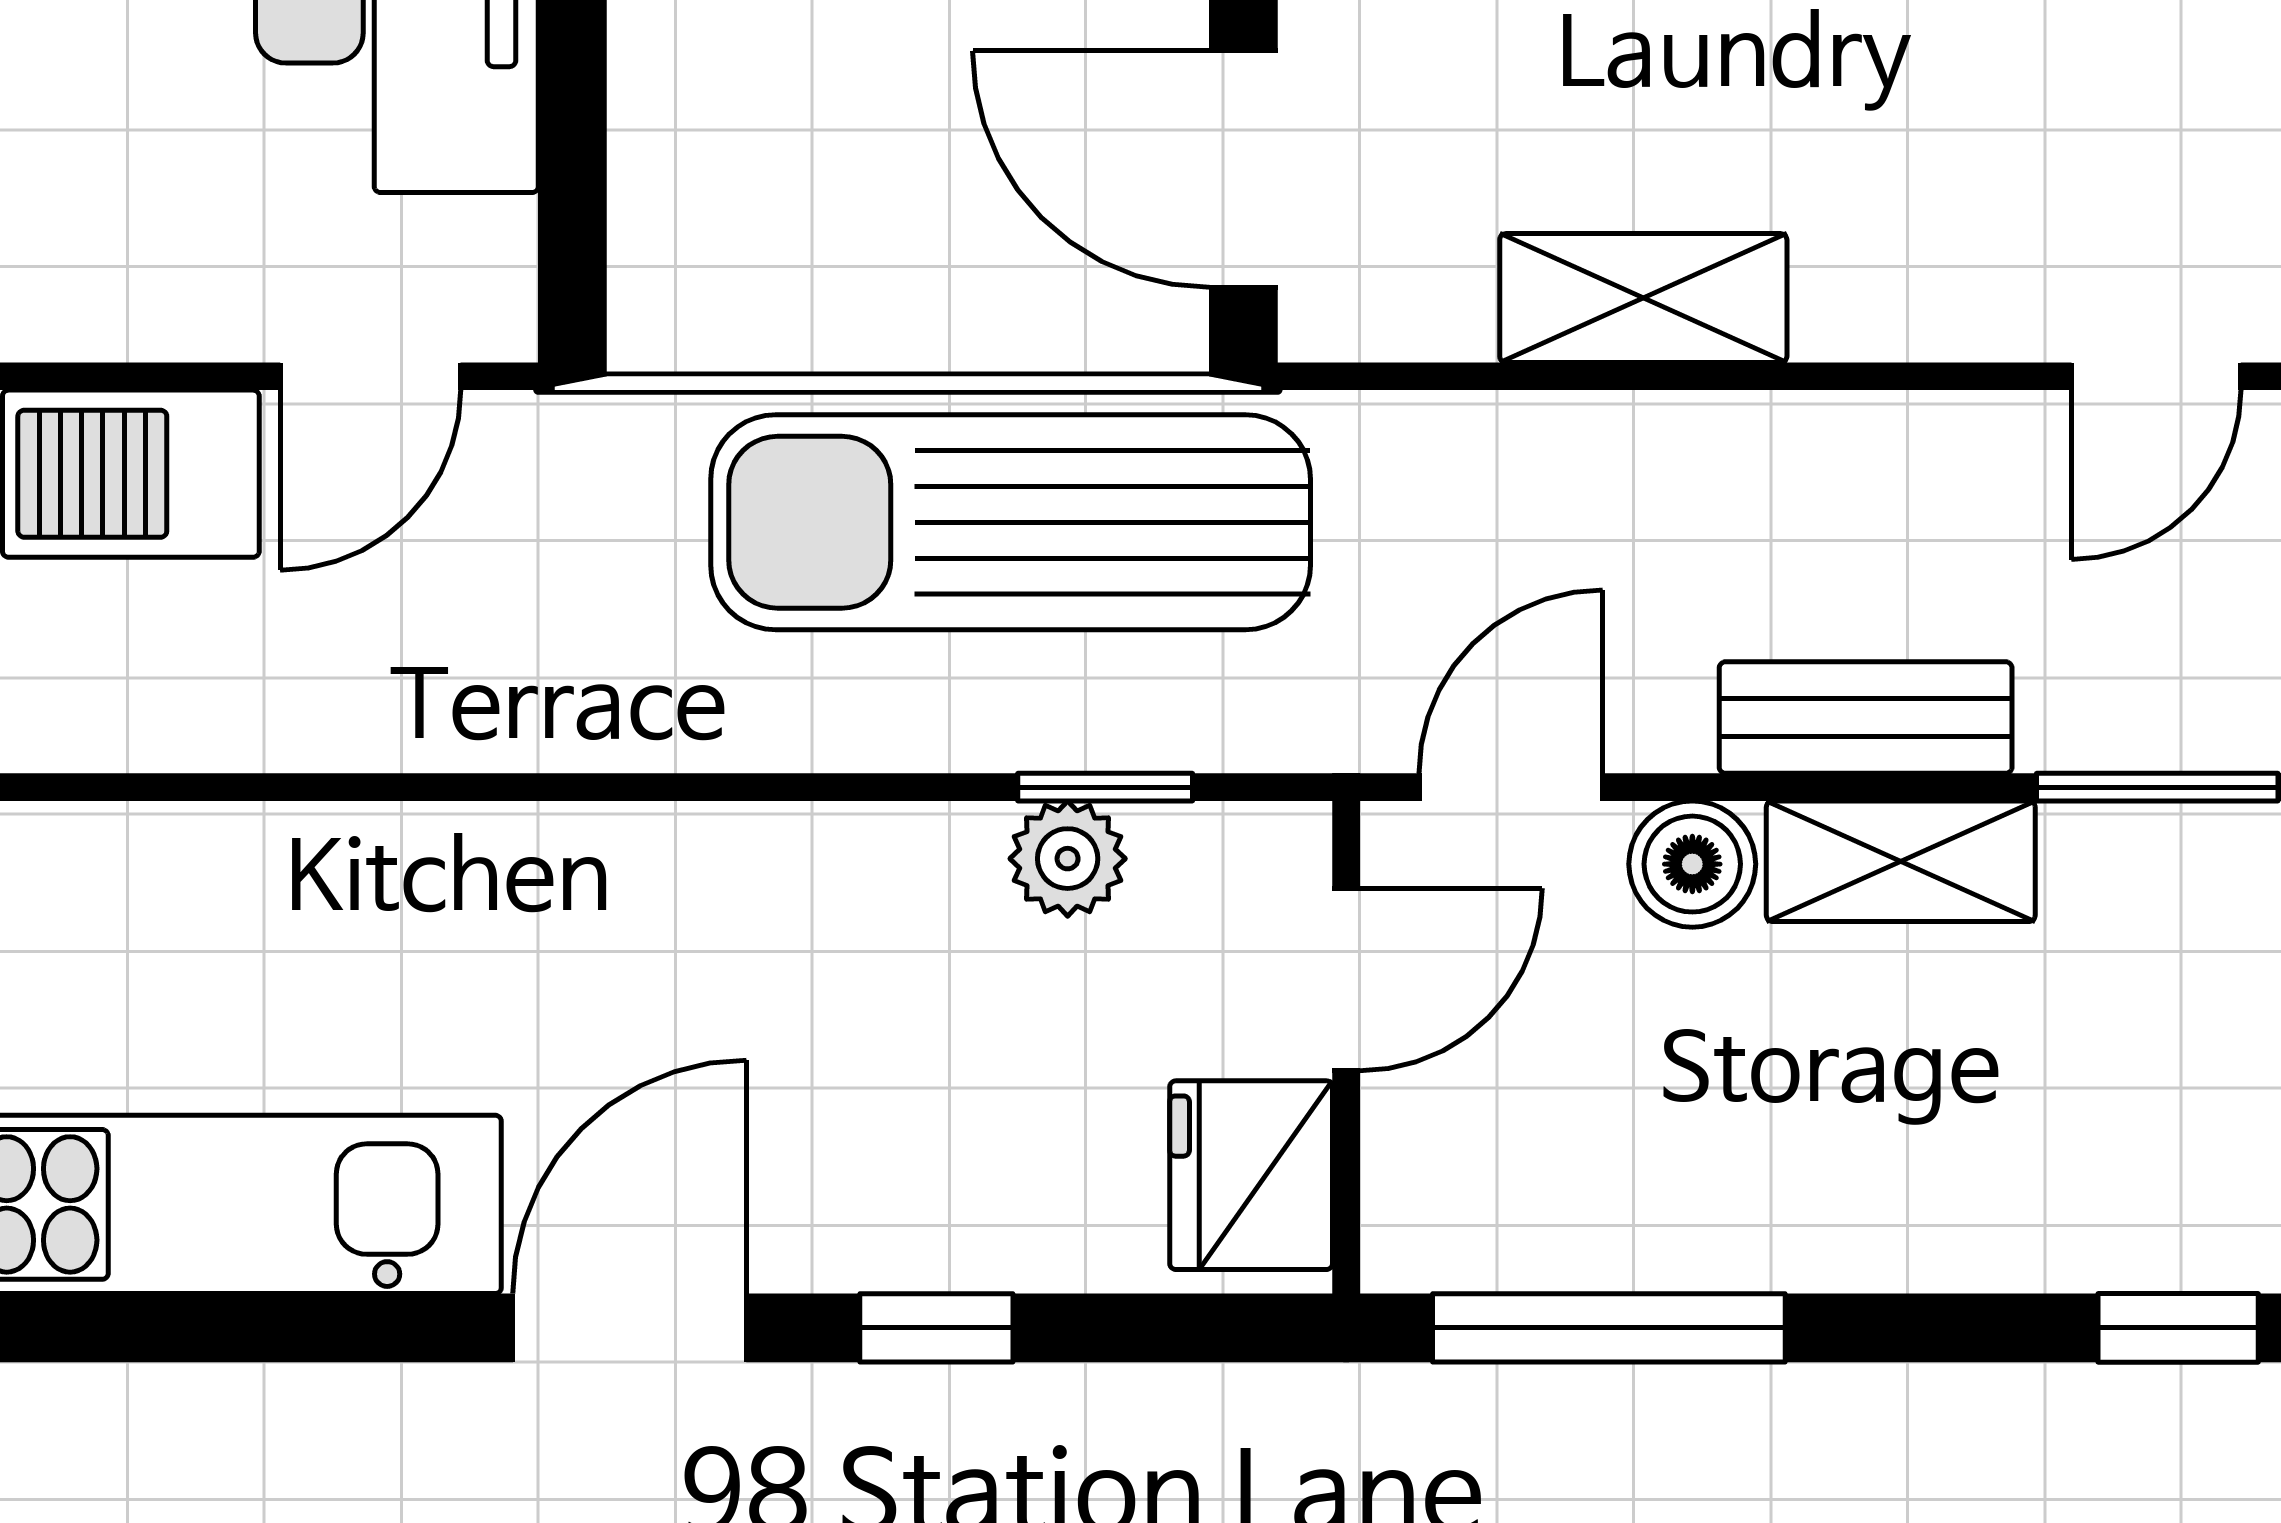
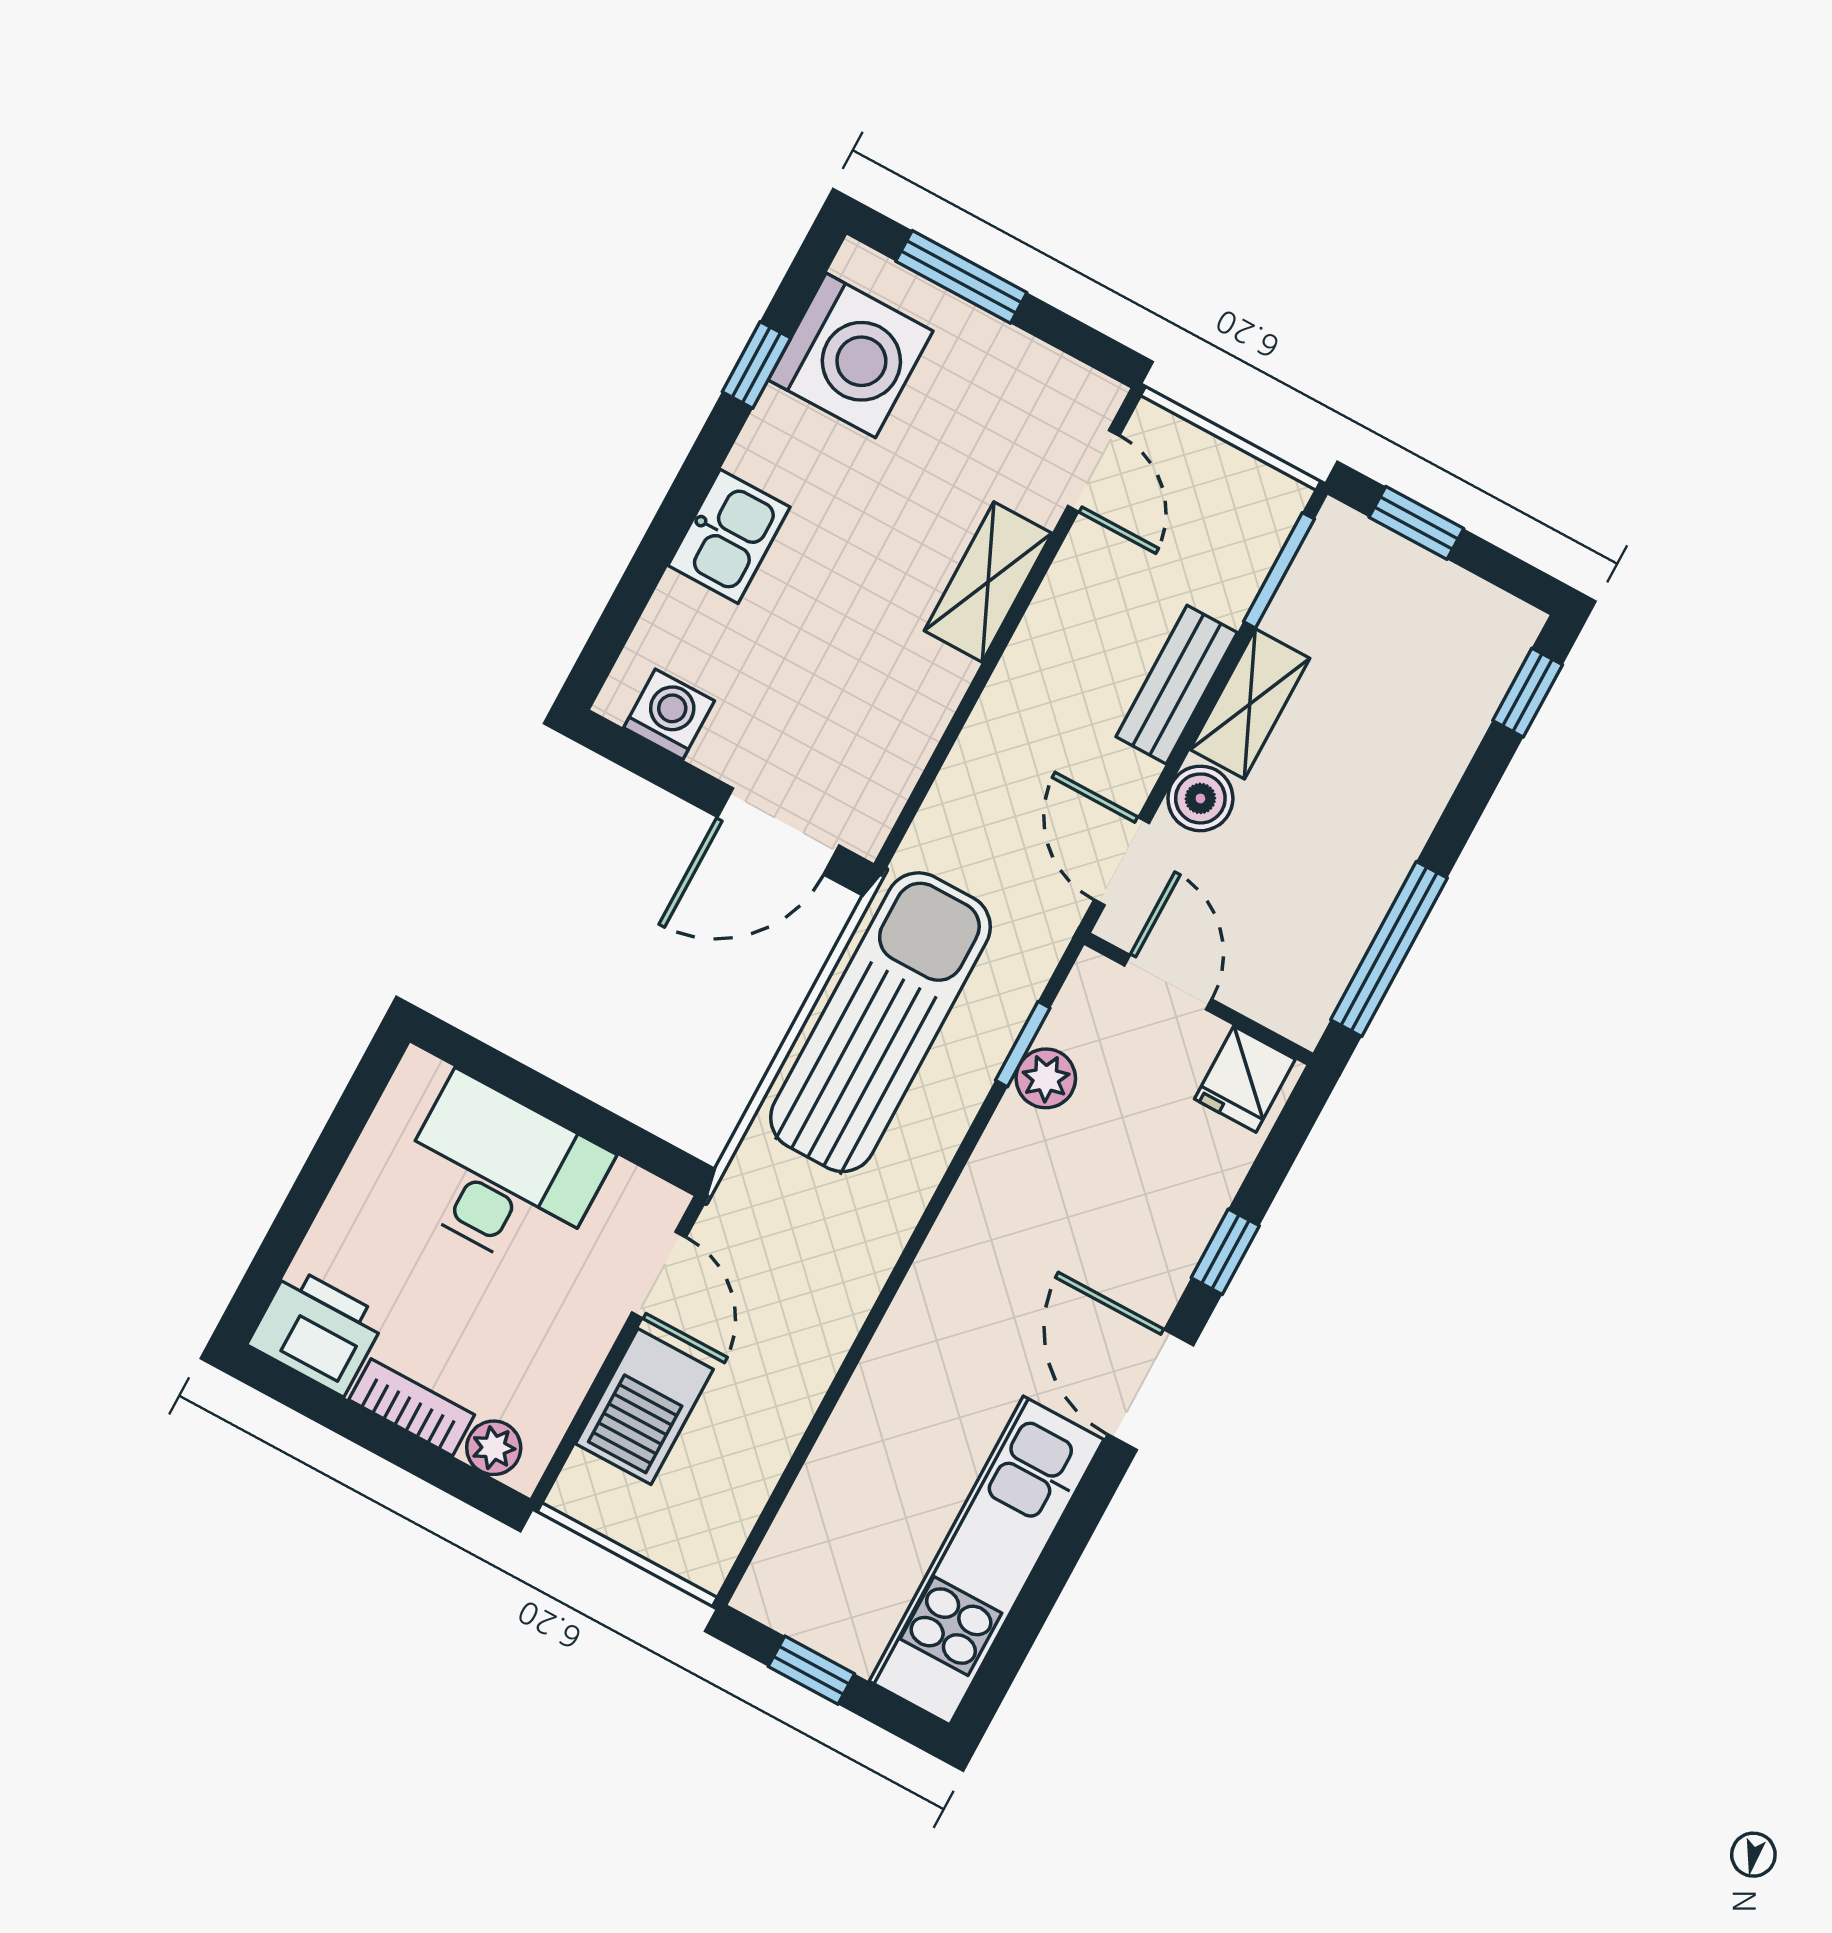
shelving: (1643, 298) -> (988, 582), moved
sun lounger: (1011, 522) -> (881, 1022), turned 180
fridge: (1251, 1175) -> (1245, 1079), width x0.72

